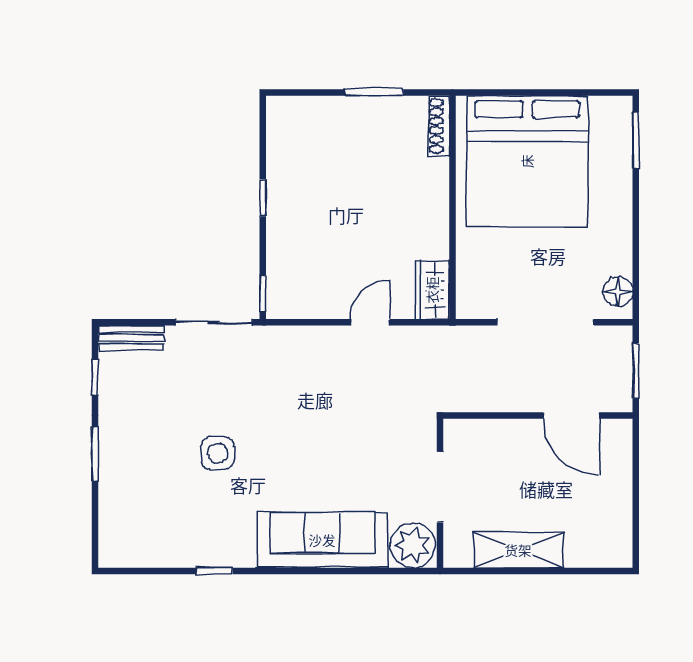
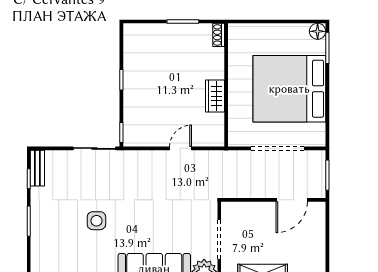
shoe rack: (439, 126) -> (219, 35), width x0.70
bed: (527, 161) -> (289, 89), moved, turned 90
wardrobe: (432, 290) -> (215, 96), moved
floor lamp: (618, 292) -> (318, 31), moved
bench: (131, 338) -> (37, 168), moved, turned 90
door: (571, 416) -> (292, 200), hinge flipped

